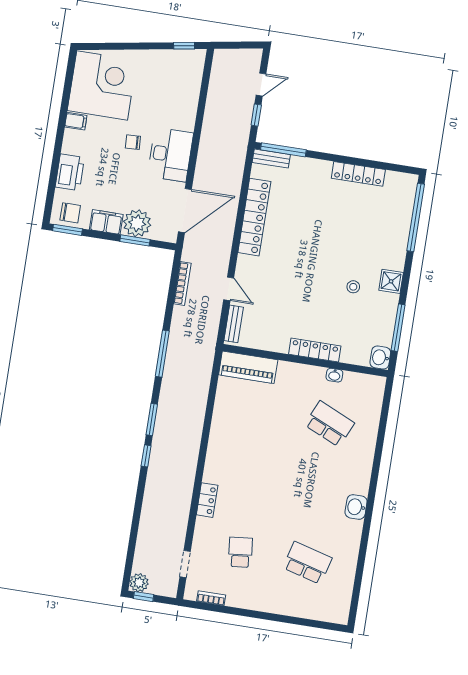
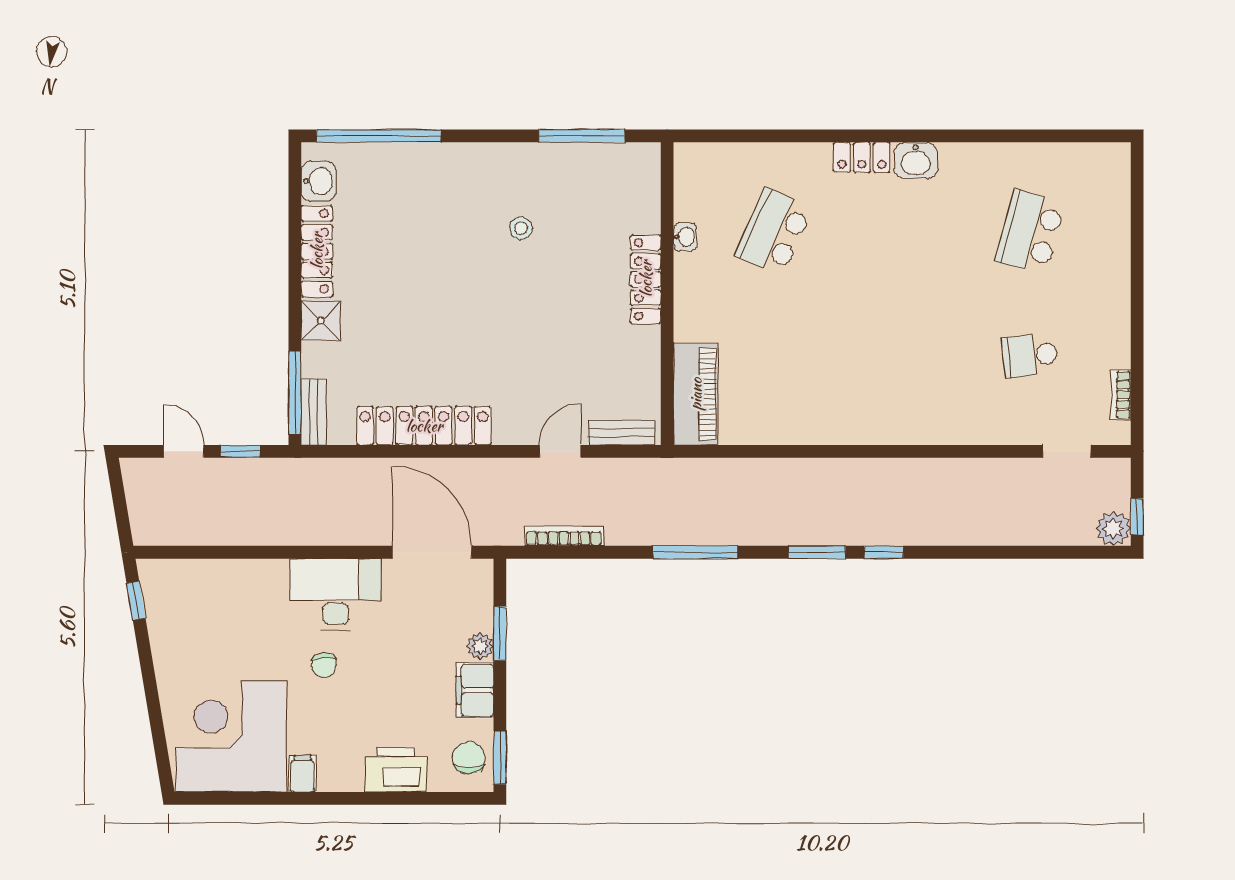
plant: (137, 223) -> (480, 646), width x0.53, depth x0.53
shower: (391, 281) -> (321, 321), moved
washbasin: (380, 358) -> (318, 181), moved, turned -90
locker: (207, 500) -> (862, 157), moved, turned 180

